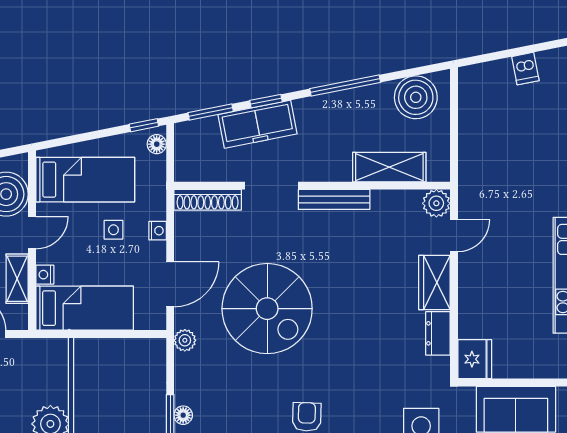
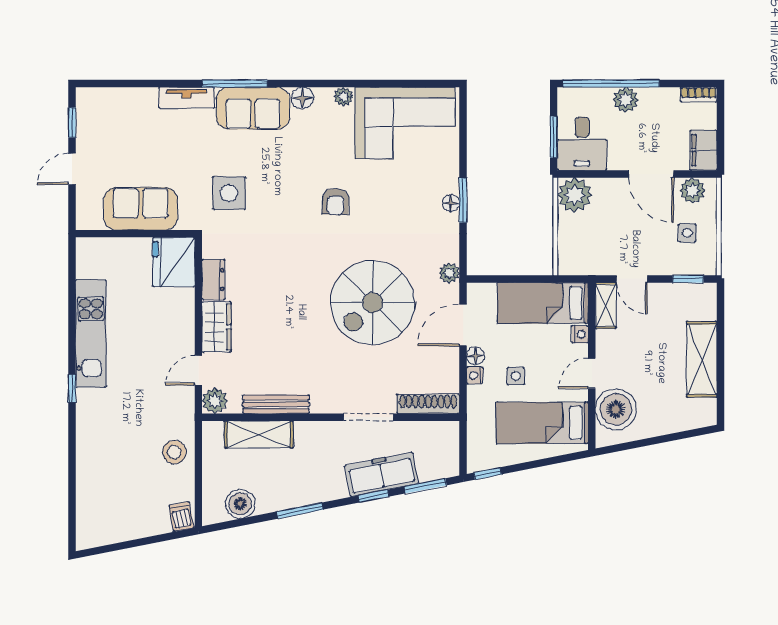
dishwasher: (525, 69) -> (181, 517), moved
window: (345, 86) -> (300, 511), width x0.69
boiler: (416, 97) -> (240, 504), width x0.73, depth x0.73
floor lamp: (157, 144) -> (476, 356), moved
stool: (480, 148) -> (174, 452), added
bench: (334, 199) -> (276, 404), moved
shelving: (17, 279) -> (606, 306), moved
spiral stairs: (267, 309) -> (373, 303), turned -90
fridge: (475, 359) -> (174, 262), width x1.36, depth x1.34

